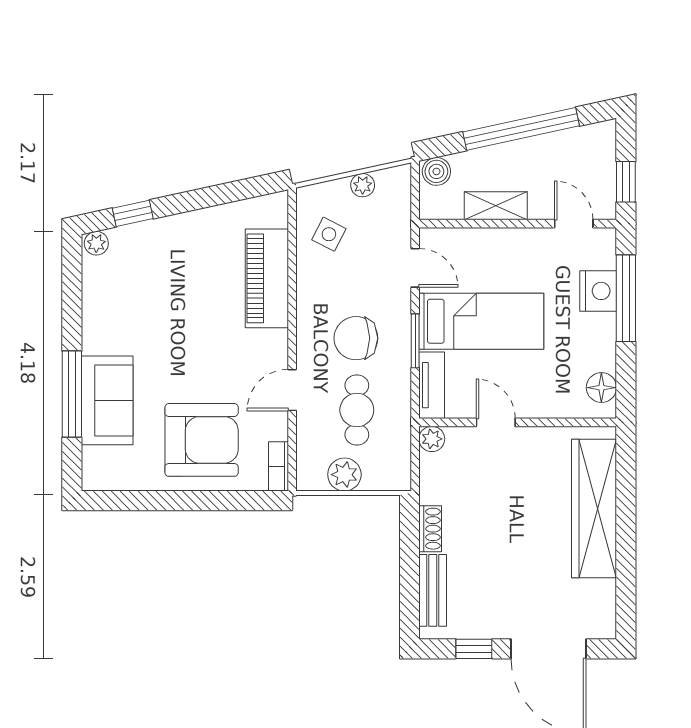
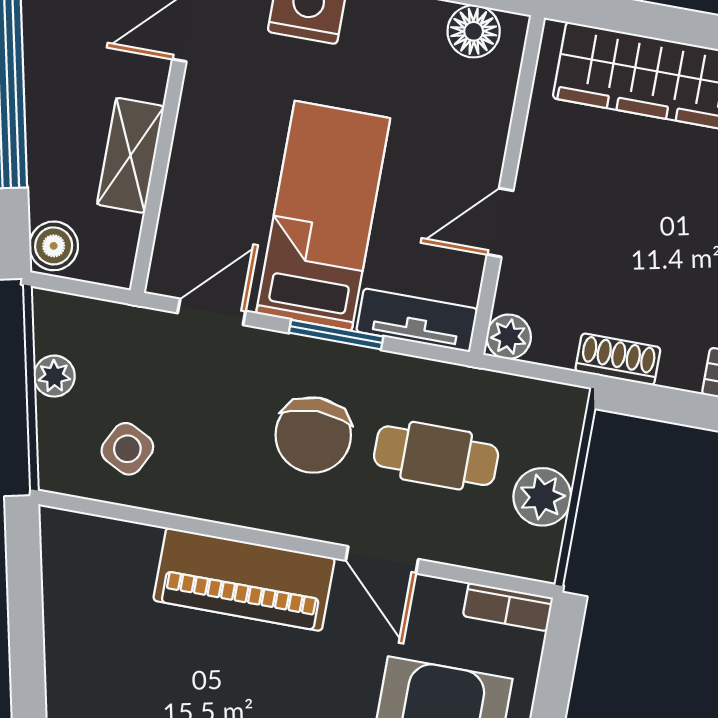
piano: (267, 278) -> (244, 579), moved
shoe rack: (430, 529) -> (618, 359), moved

